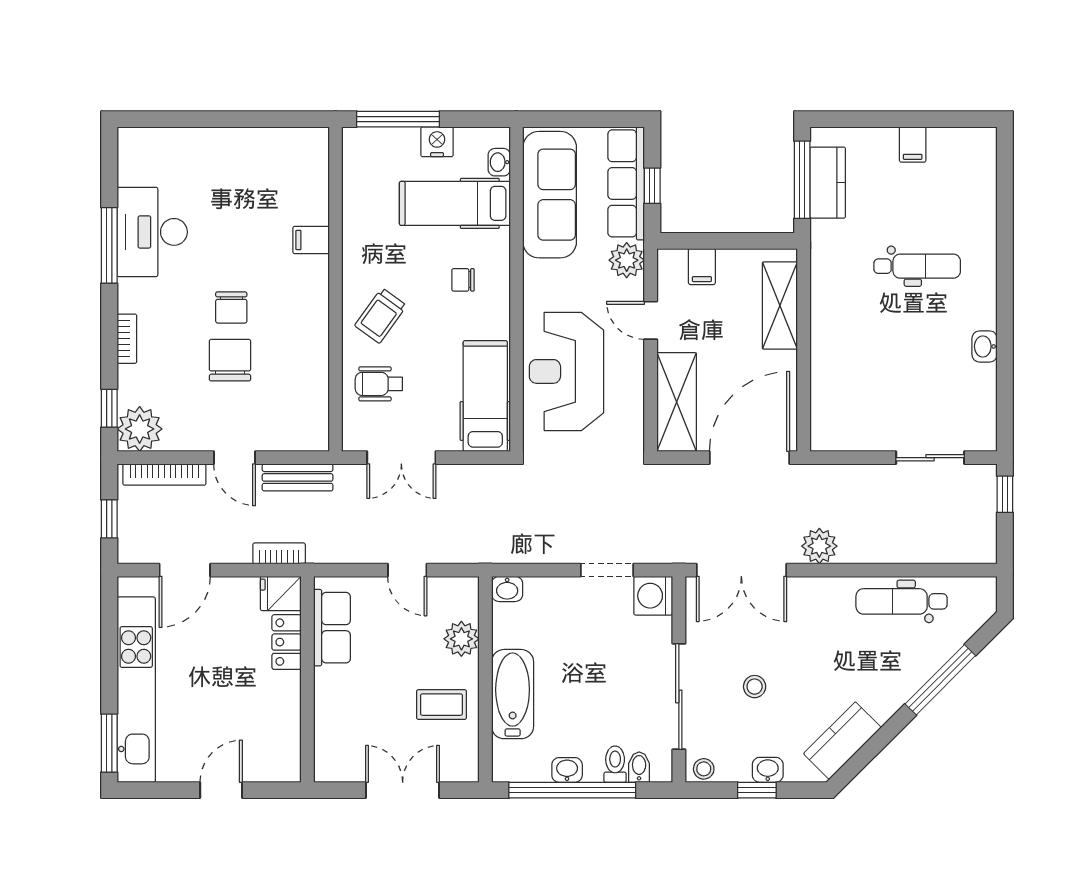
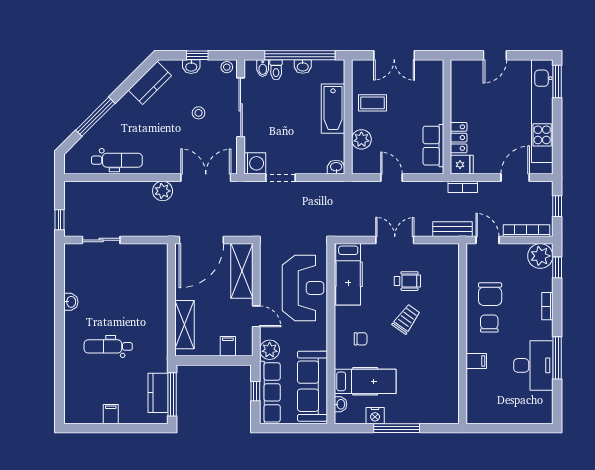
filing cabinet: (311, 240) -> (476, 361), moved
wall: (335, 289) -> (463, 334), moved

